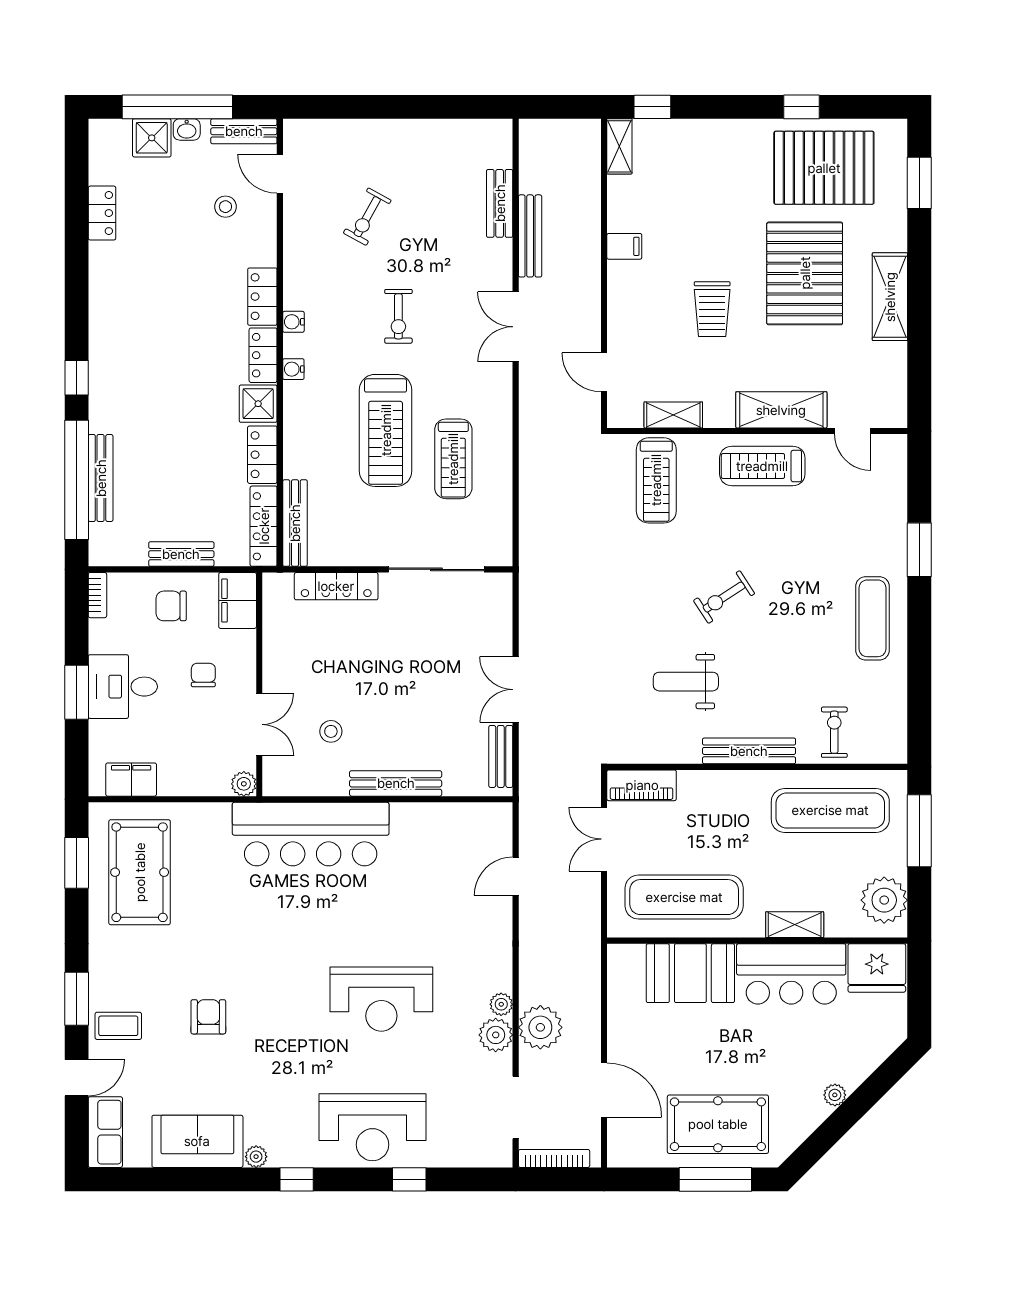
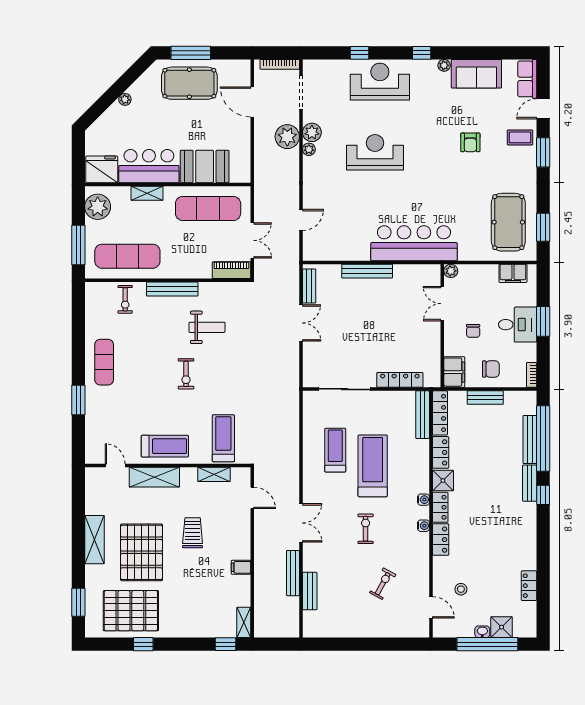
bench: (244, 131) -> (530, 483), moved, turned 90
exercise bike: (724, 597) -> (186, 374), turned 123
stool: (331, 731) -> (403, 300), removed

